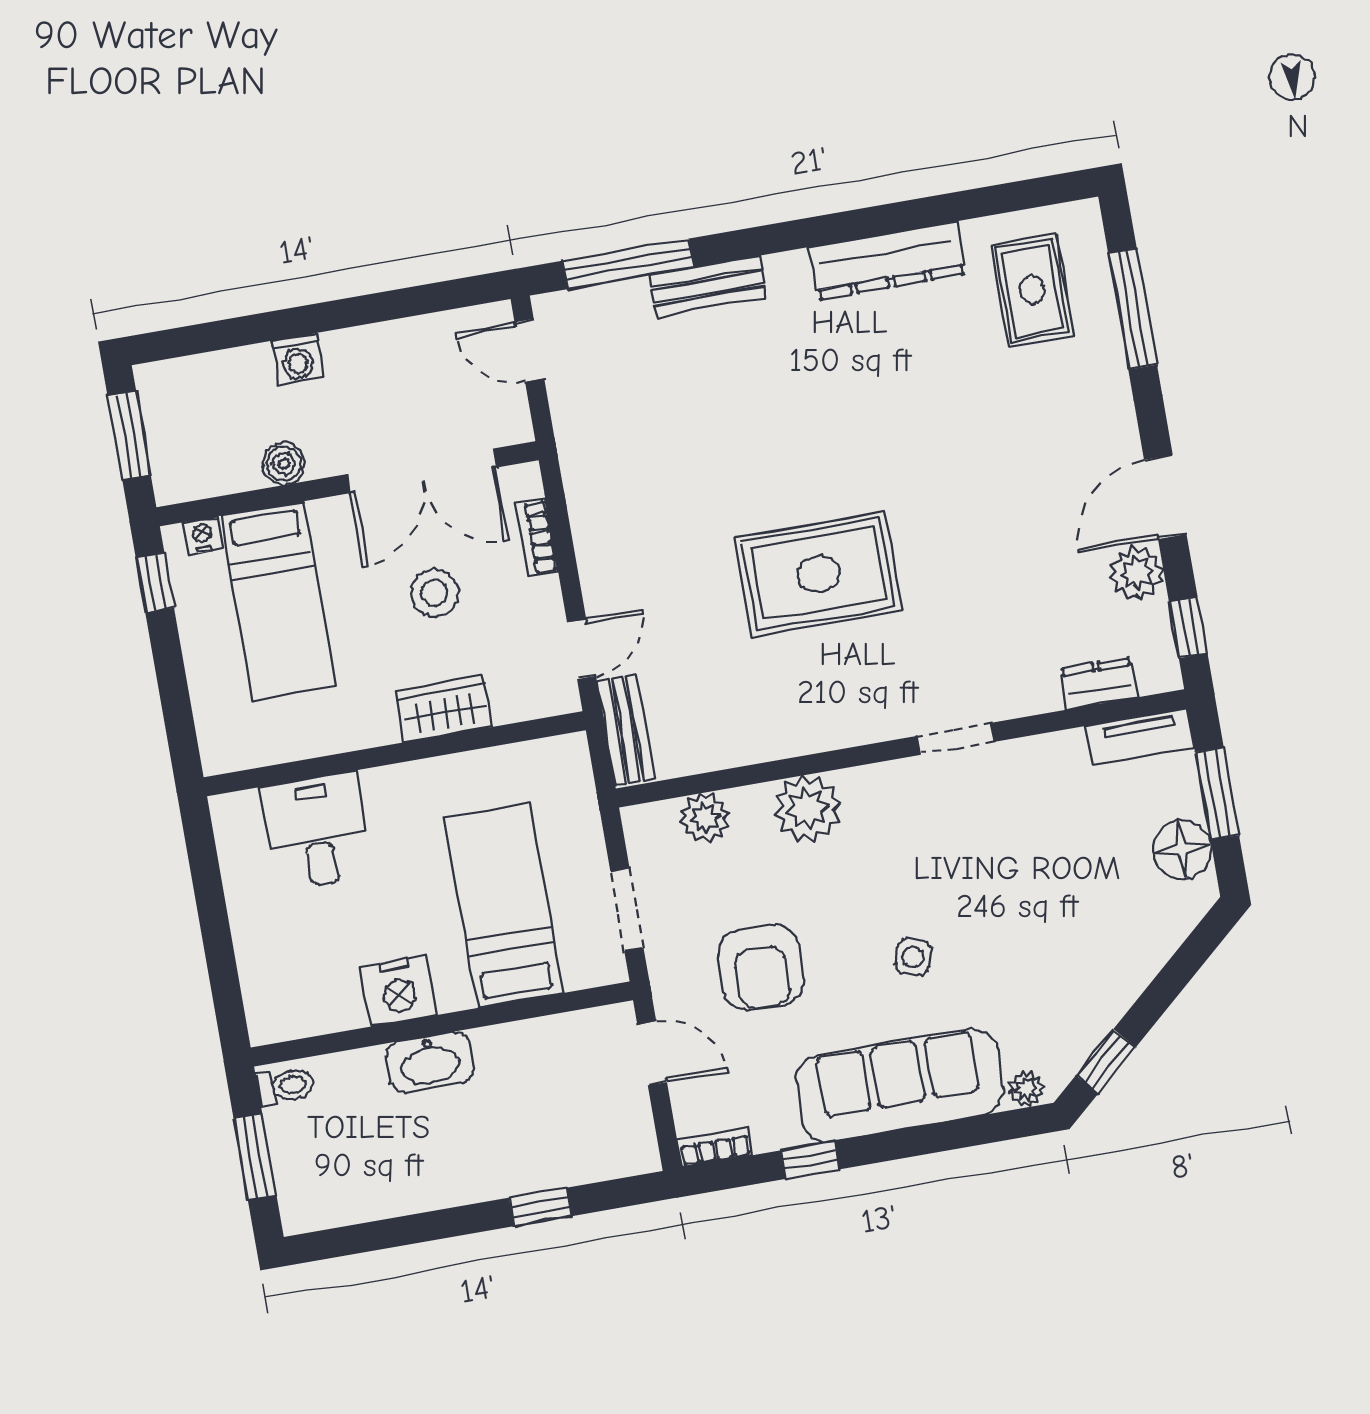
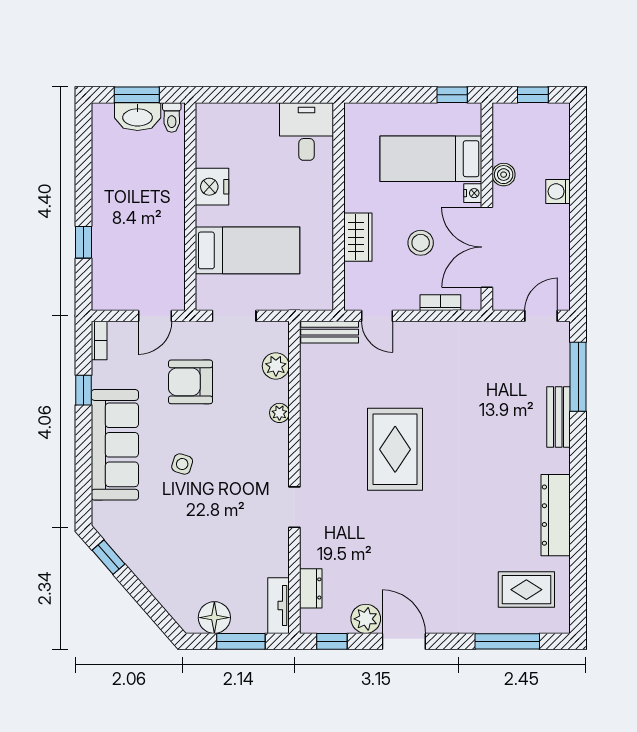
window: (129, 436) -> (533, 95), width x0.67
nightstand: (202, 536) -> (473, 193), moved
plant: (807, 809) -> (279, 413), width x0.53, depth x0.53
desk: (317, 832) -> (306, 132), moved, turned -90
washbasin: (430, 1062) -> (138, 117), moved, turned -90
plant: (1026, 1089) -> (101, 512), removed

